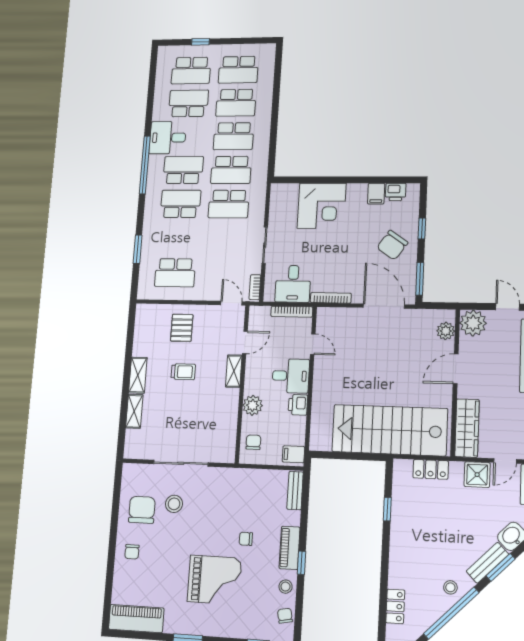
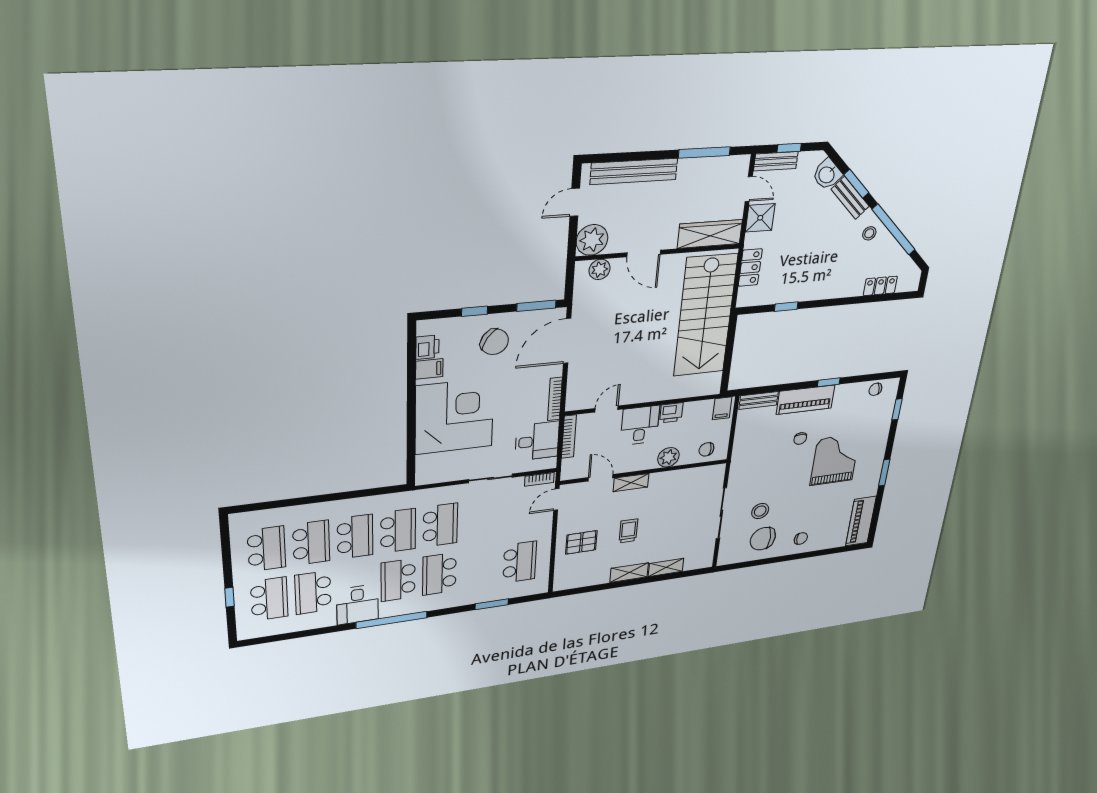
corner desk: (322, 206) -> (454, 416), width x1.36, depth x1.36
piano: (290, 548) -> (806, 400), width x1.37, depth x1.33
stool: (286, 587) -> (849, 393), removed

